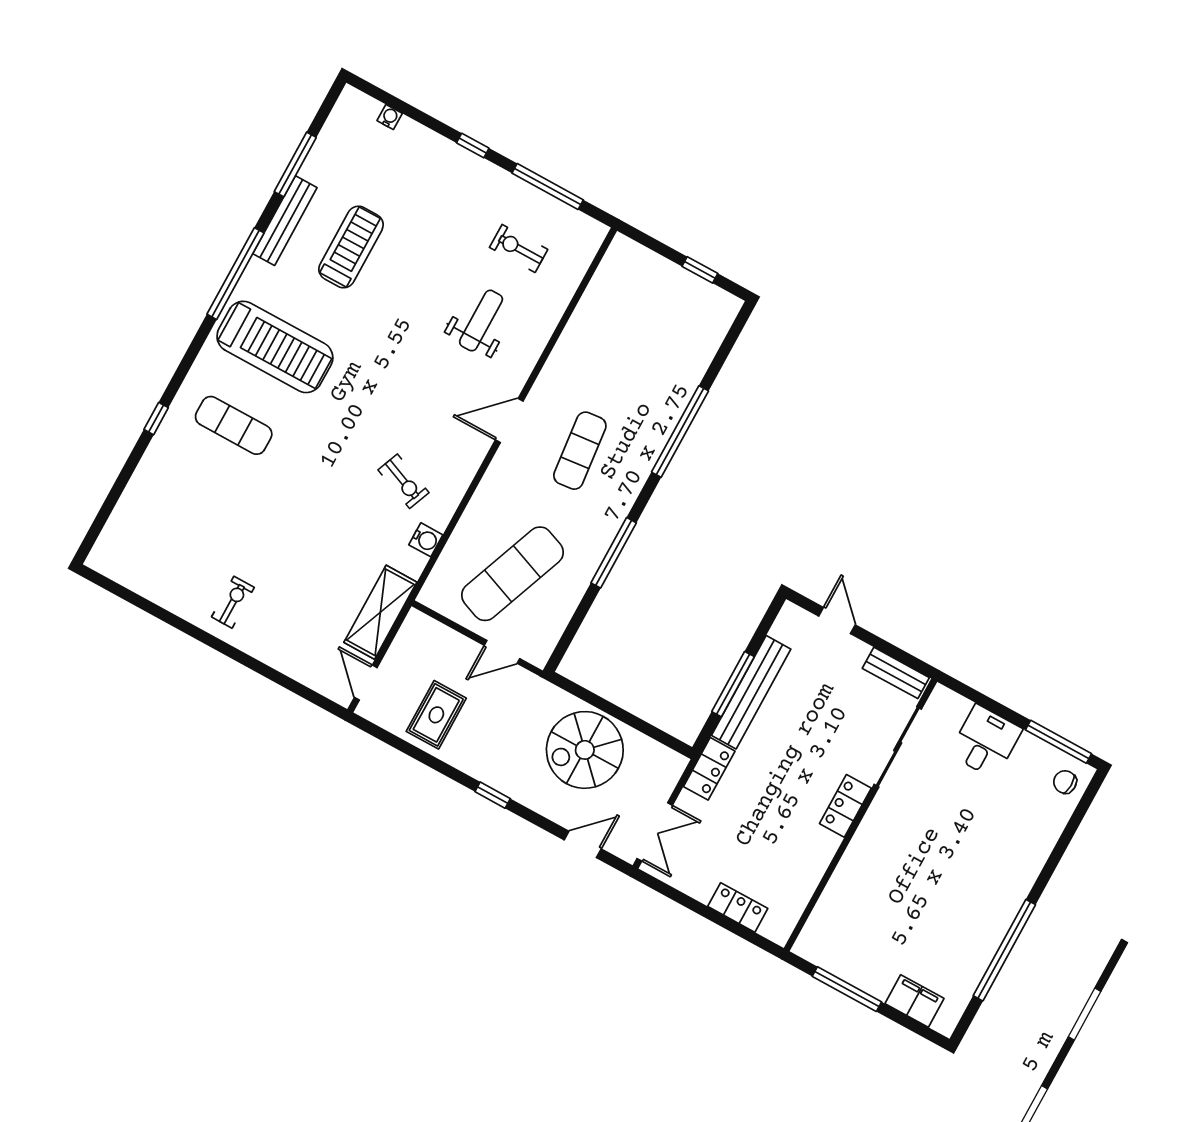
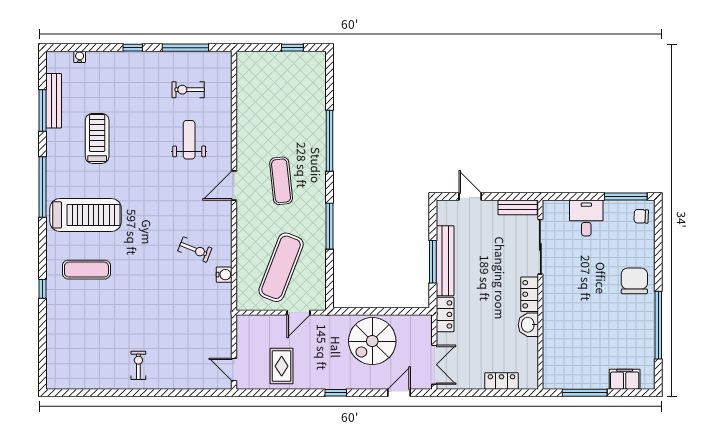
bench: (285, 221) -> (54, 101), moved
shelving: (380, 612) -> (221, 327), removed
washbasin: (820, 848) -> (528, 325), added
chair: (1005, 869) -> (634, 281), added

